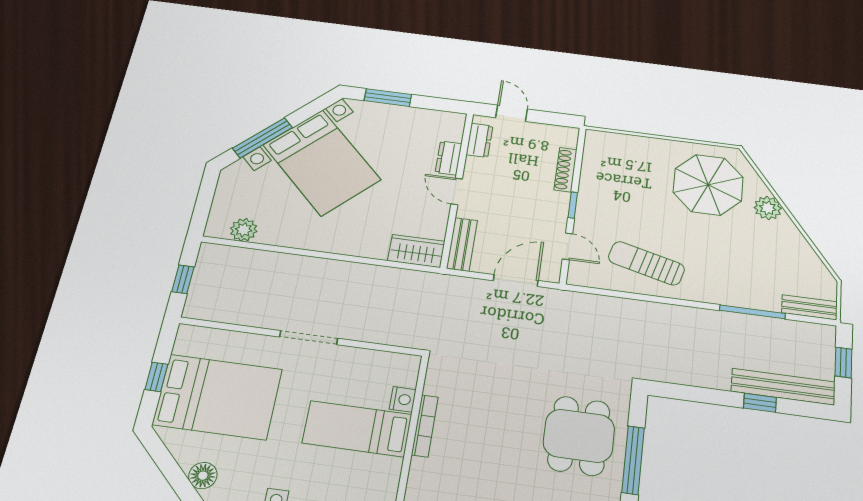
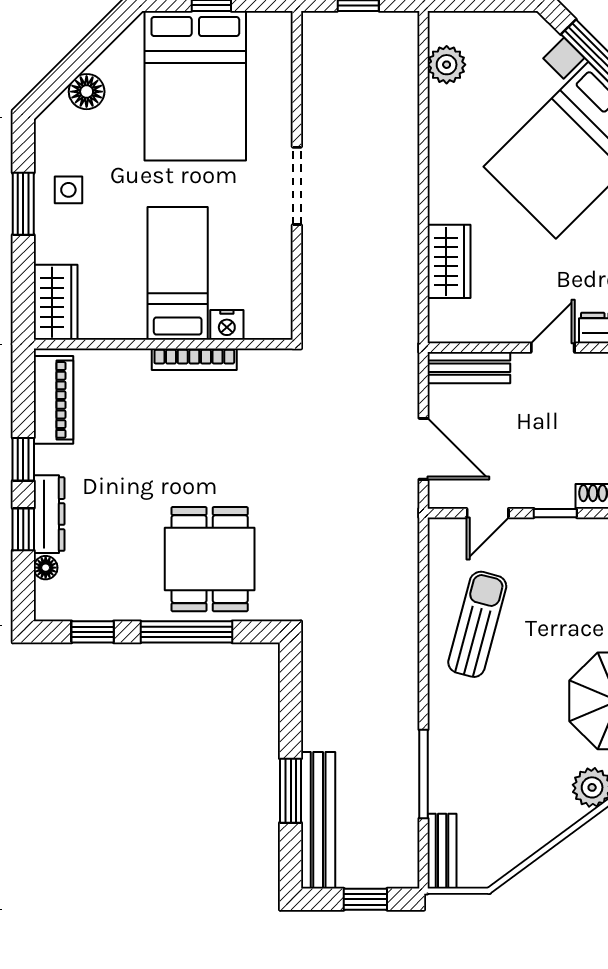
wardrobe: (416, 251) -> (449, 261), moved
window: (760, 403) -> (291, 791), width x1.50
dining table: (579, 436) -> (210, 559), turned 90

